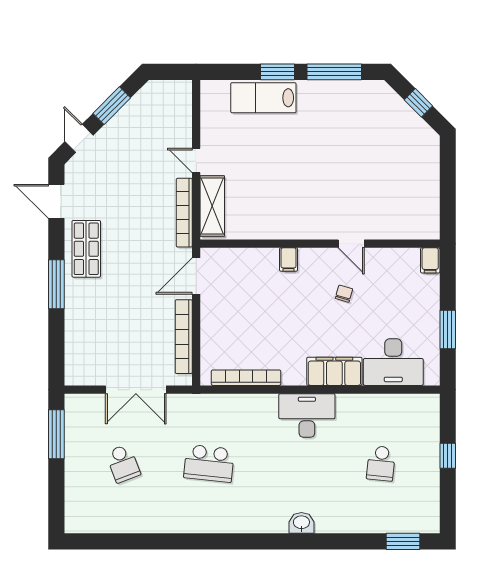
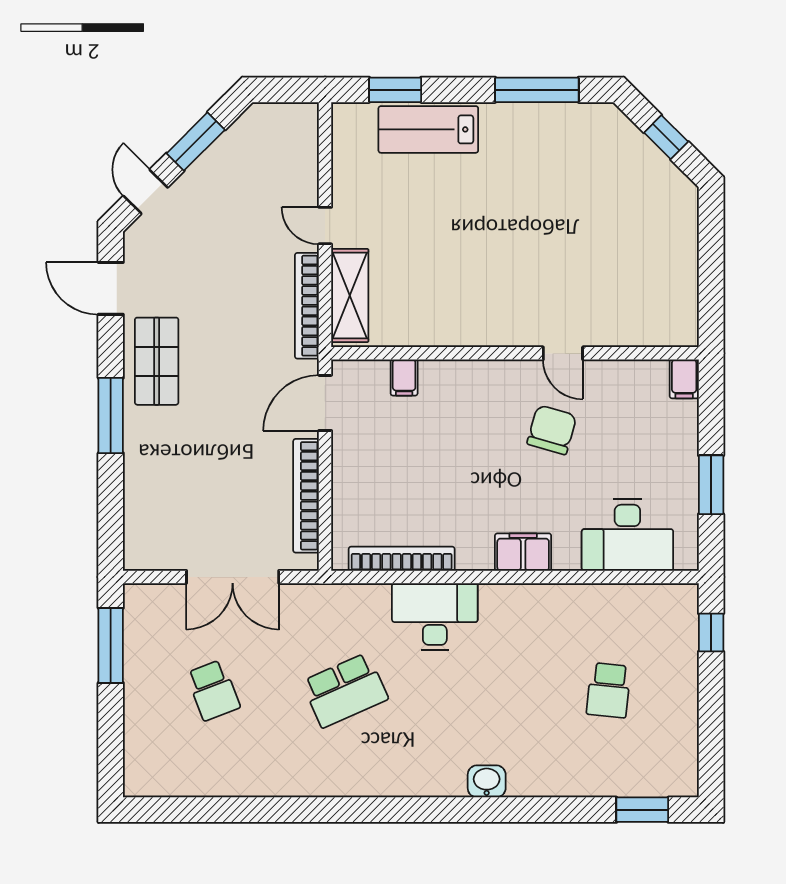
window: (278, 72) -> (395, 90), moved
filing cabinet: (288, 260) -> (404, 378), moved
chair: (344, 294) -> (552, 430), width x1.87, depth x1.87
filing cabinet: (334, 371) -> (523, 552), width x0.67, depth x0.86
desk: (307, 415) -> (435, 617), moved
window: (448, 456) -> (711, 632), moved
school desk: (209, 463) -> (345, 690), turned -30

